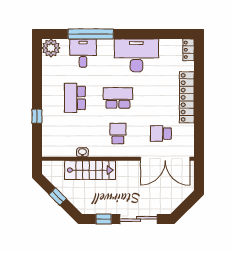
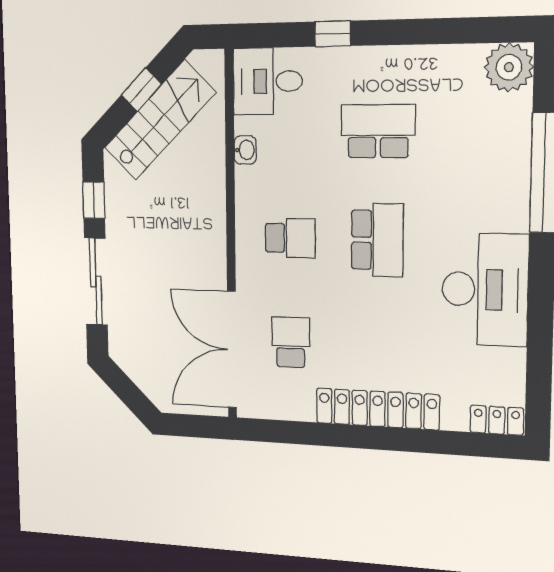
desk: (83, 53) -> (268, 81), moved, turned 180
stairs: (90, 170) -> (160, 120), moved, turned -135

